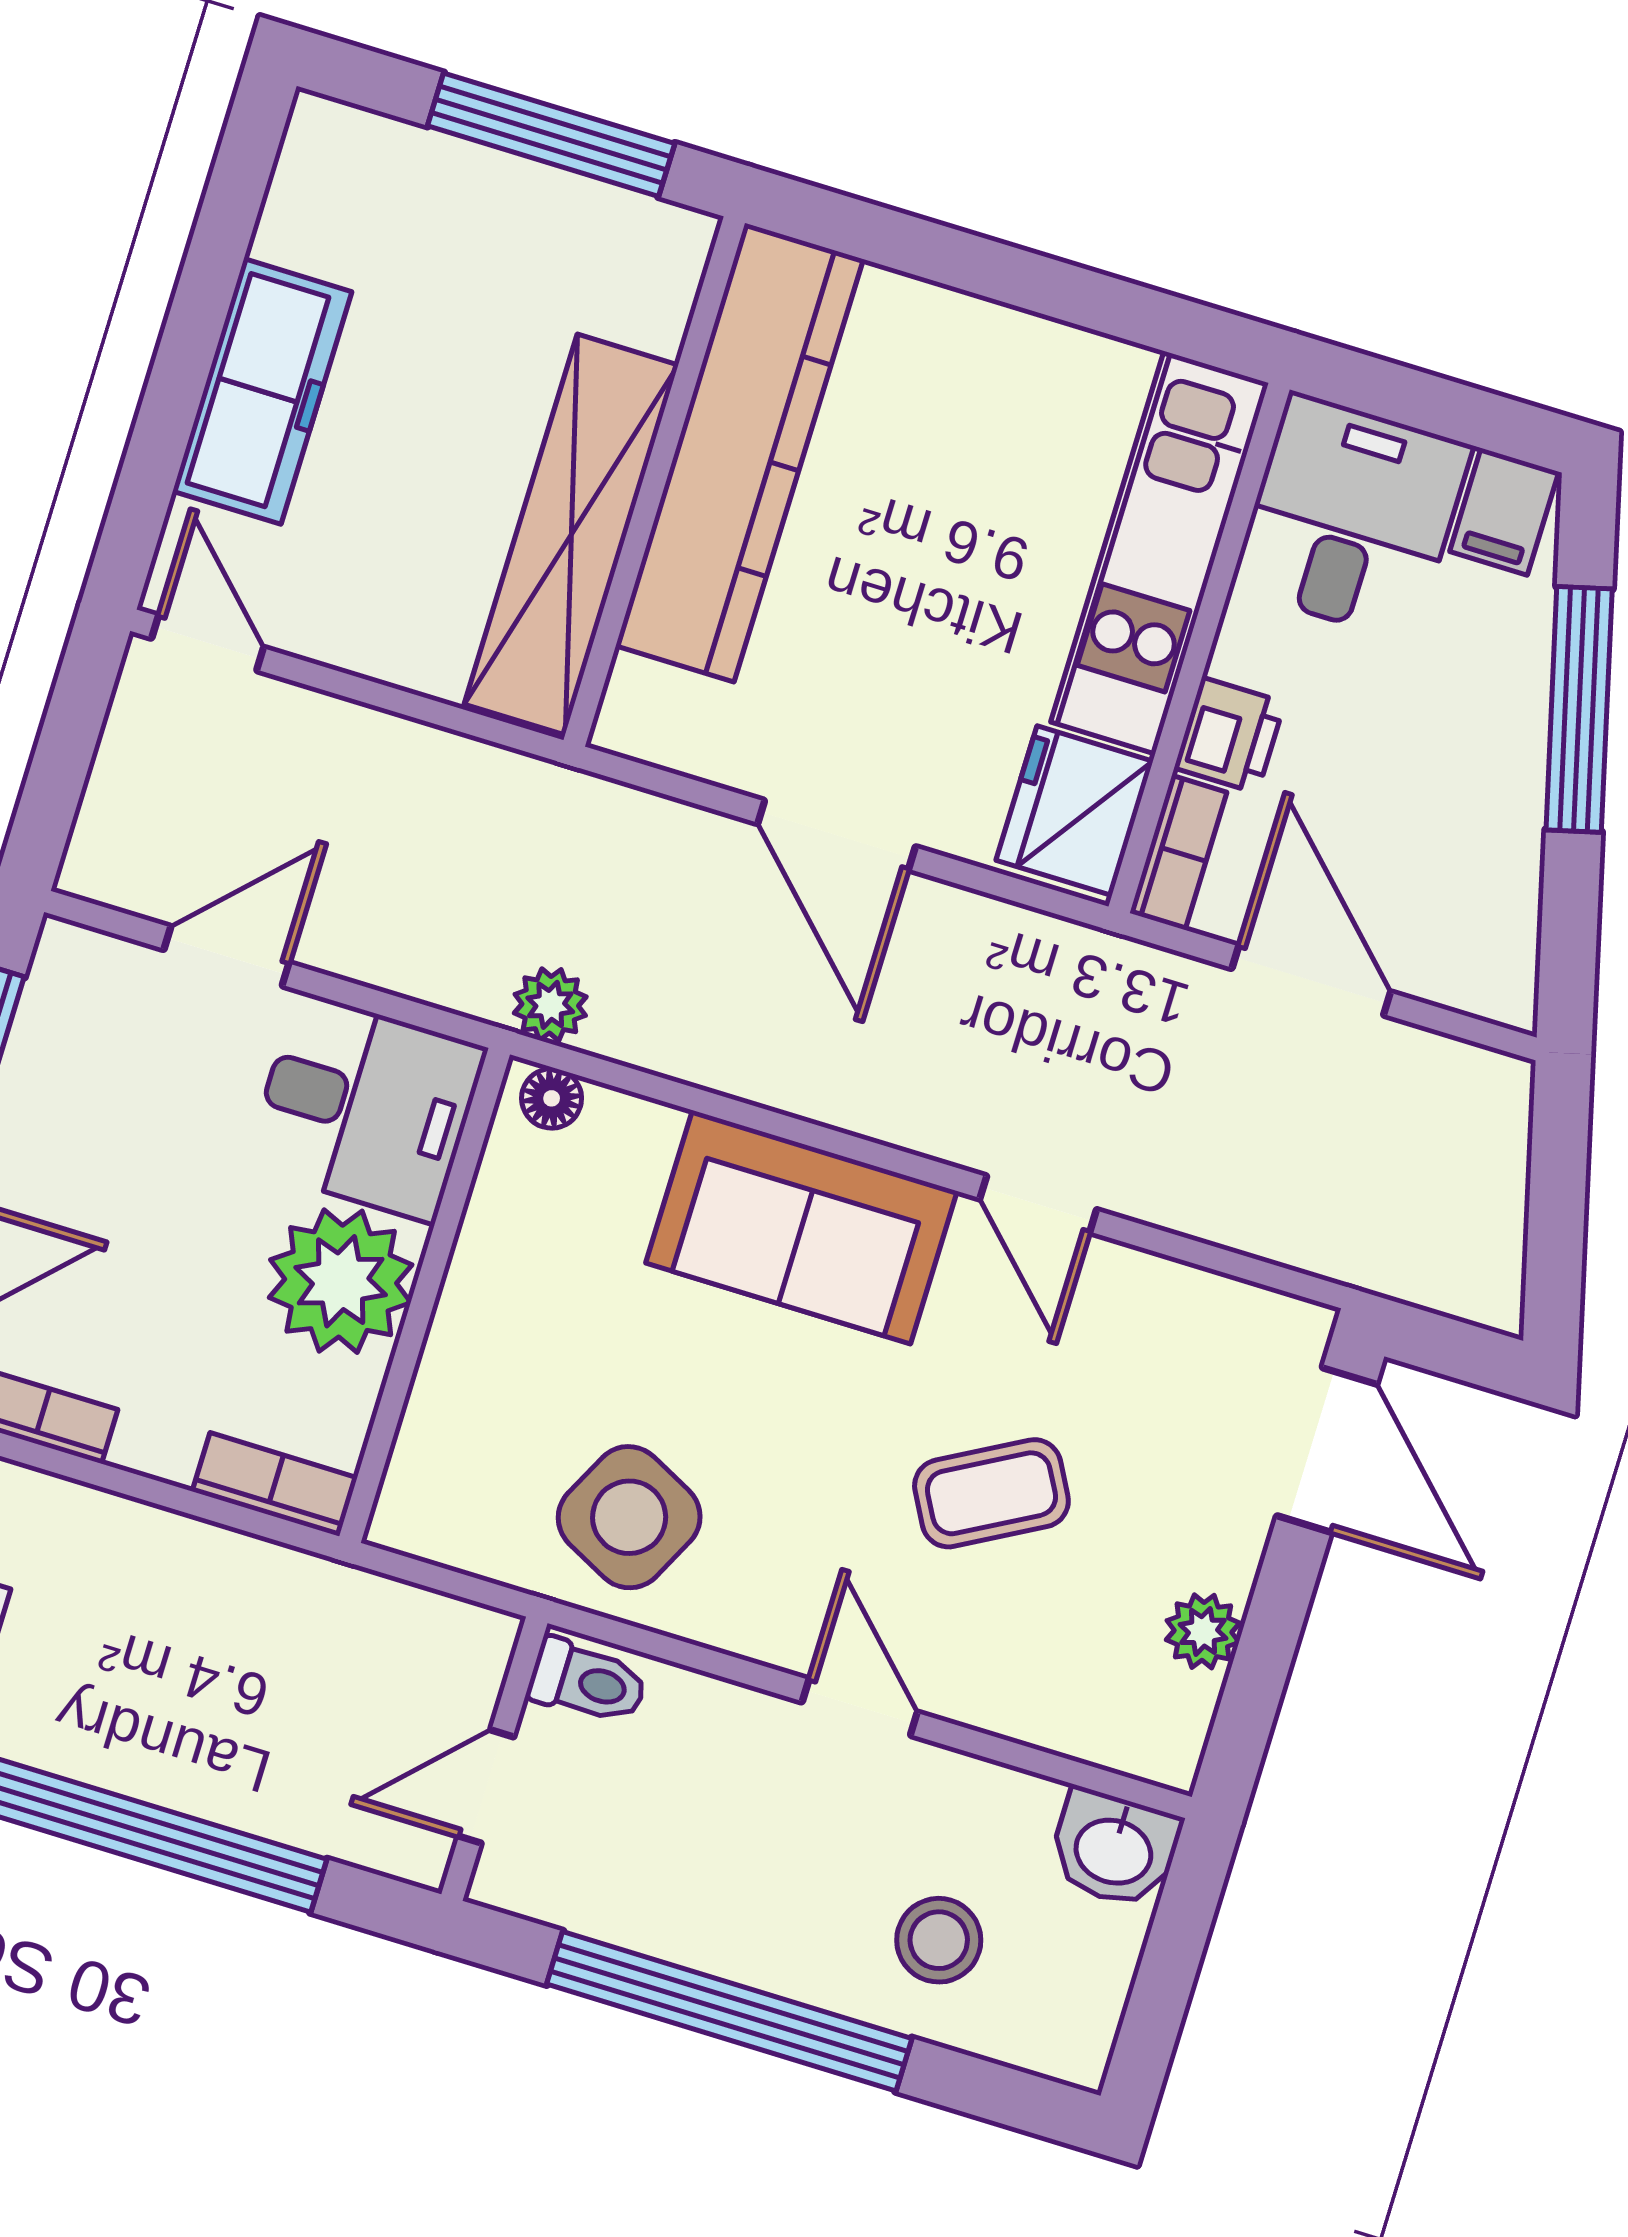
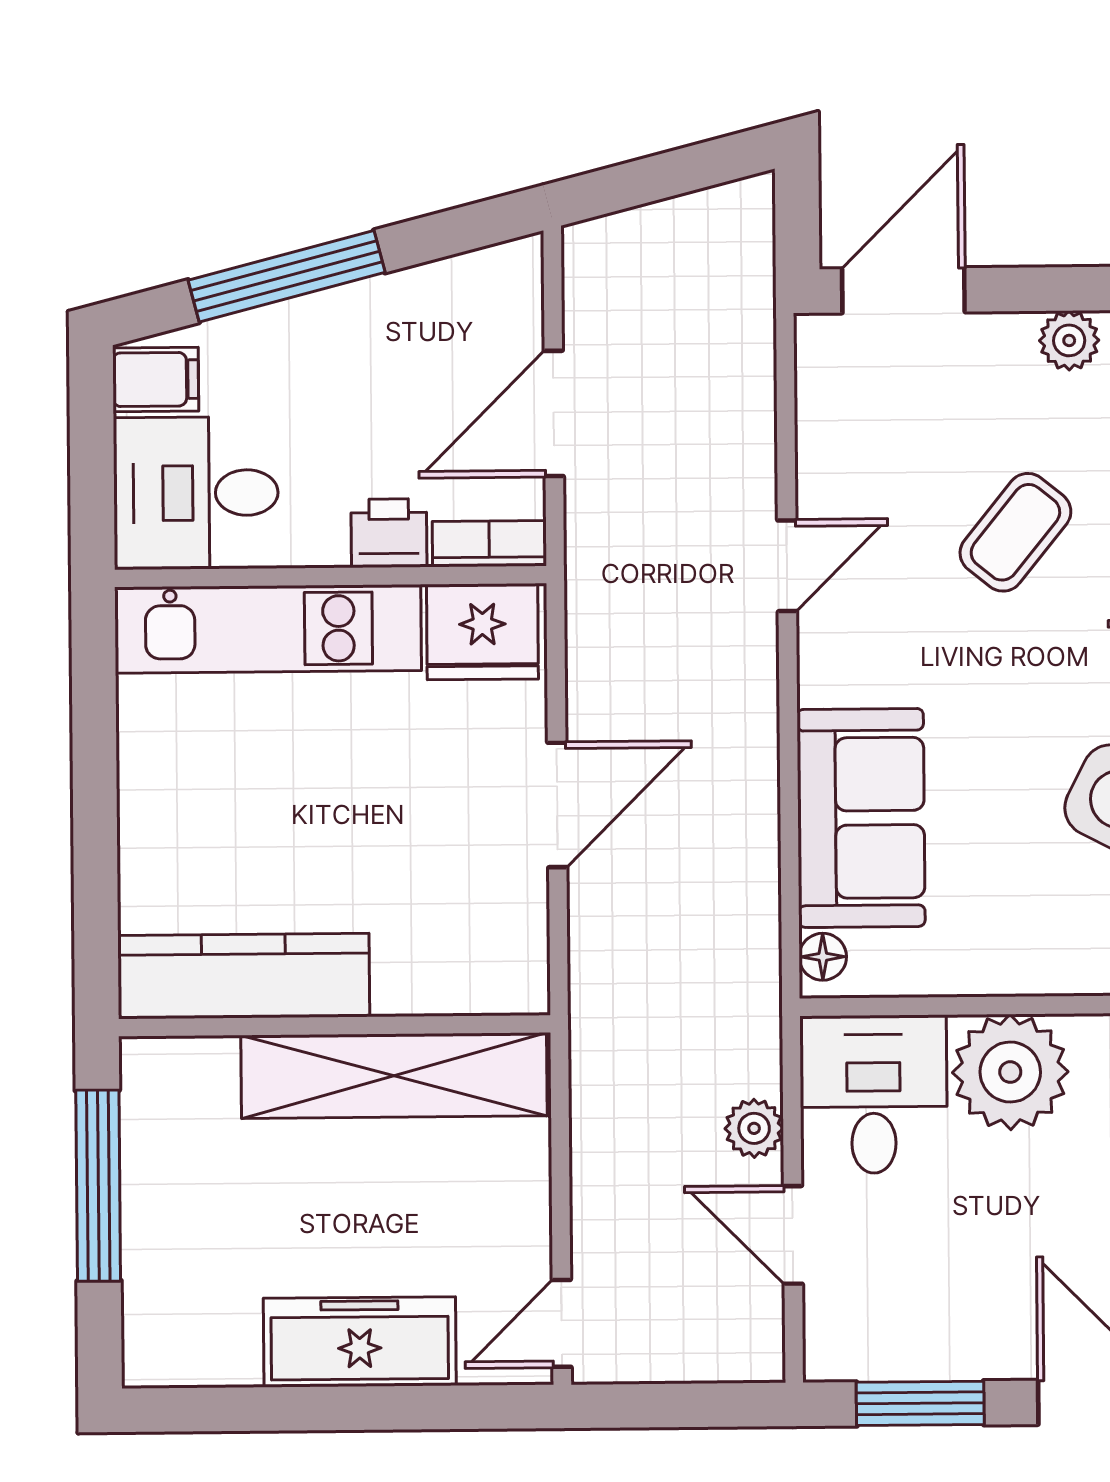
kitchen counter: (739, 452) -> (244, 976), width x0.72, depth x0.86
plant: (550, 1005) -> (754, 1128), moved
sofa: (801, 1227) -> (861, 818), moved
coffee table: (991, 1493) -> (1015, 532), turned 68

